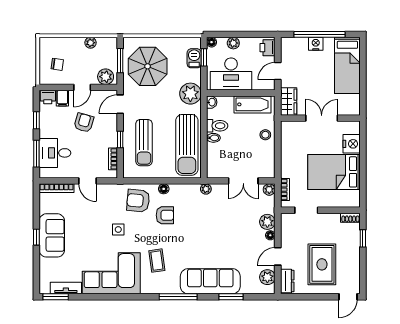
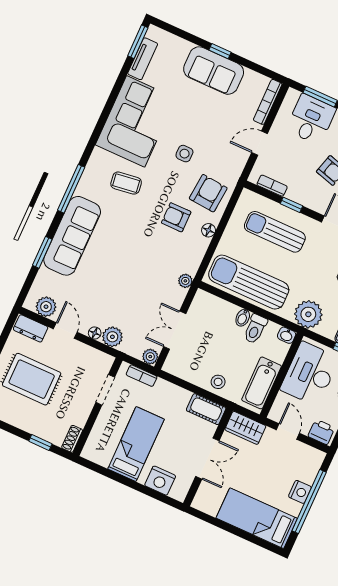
cot: (288, 134) -> (206, 409), added
bed: (334, 172) -> (136, 444), width x0.67
armchair: (165, 215) -> (176, 217), turned 90

